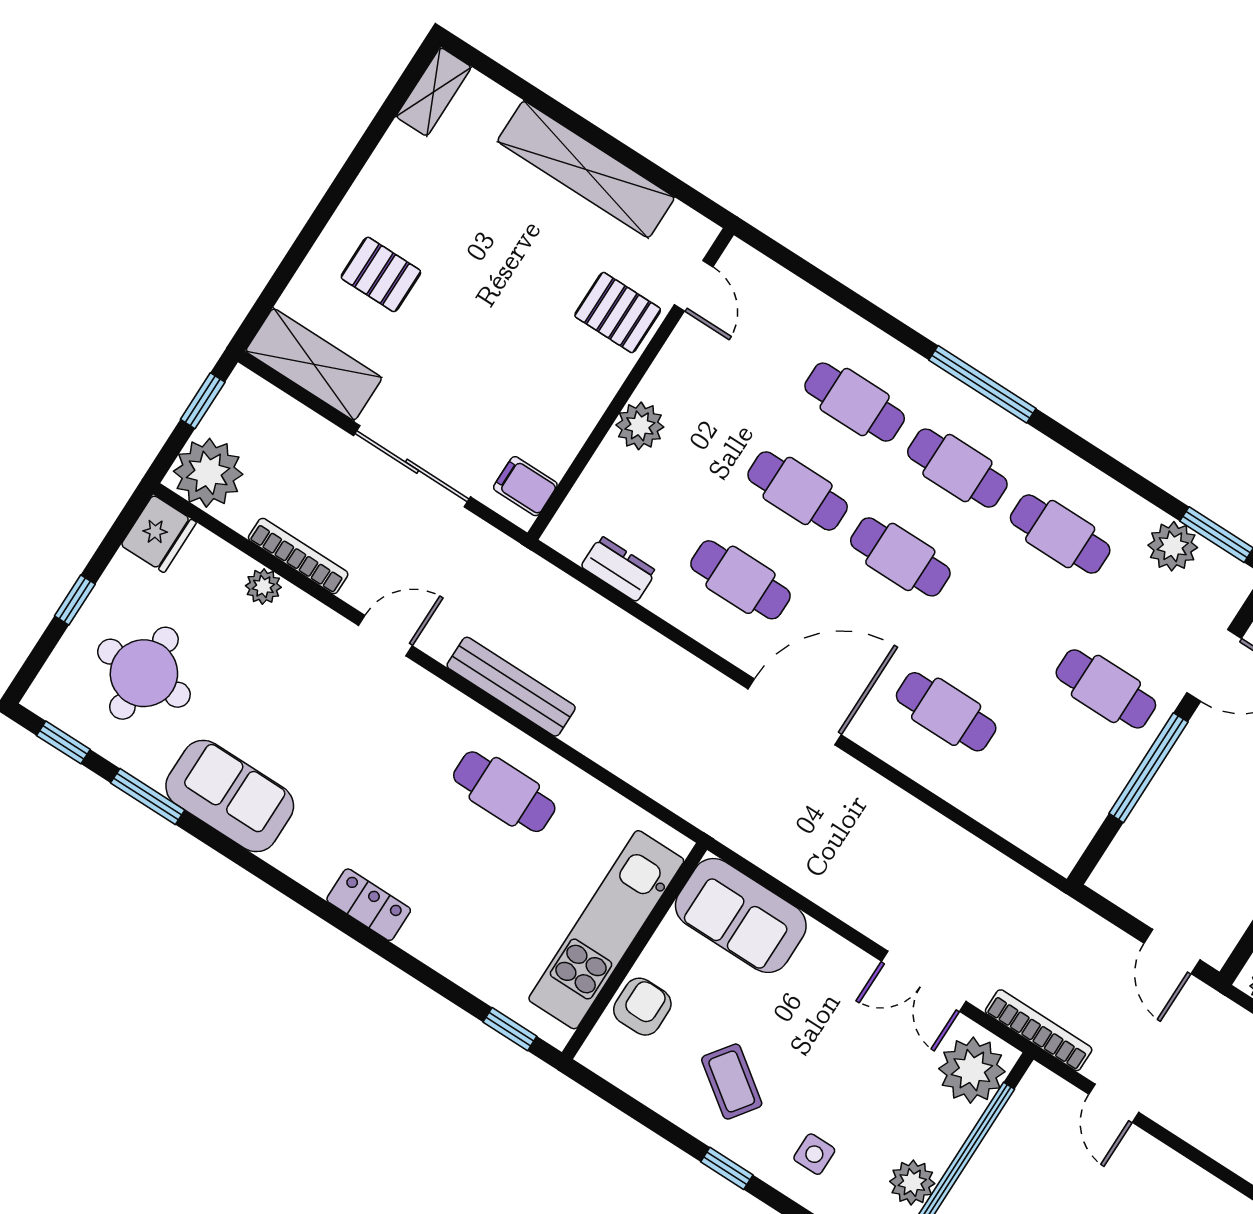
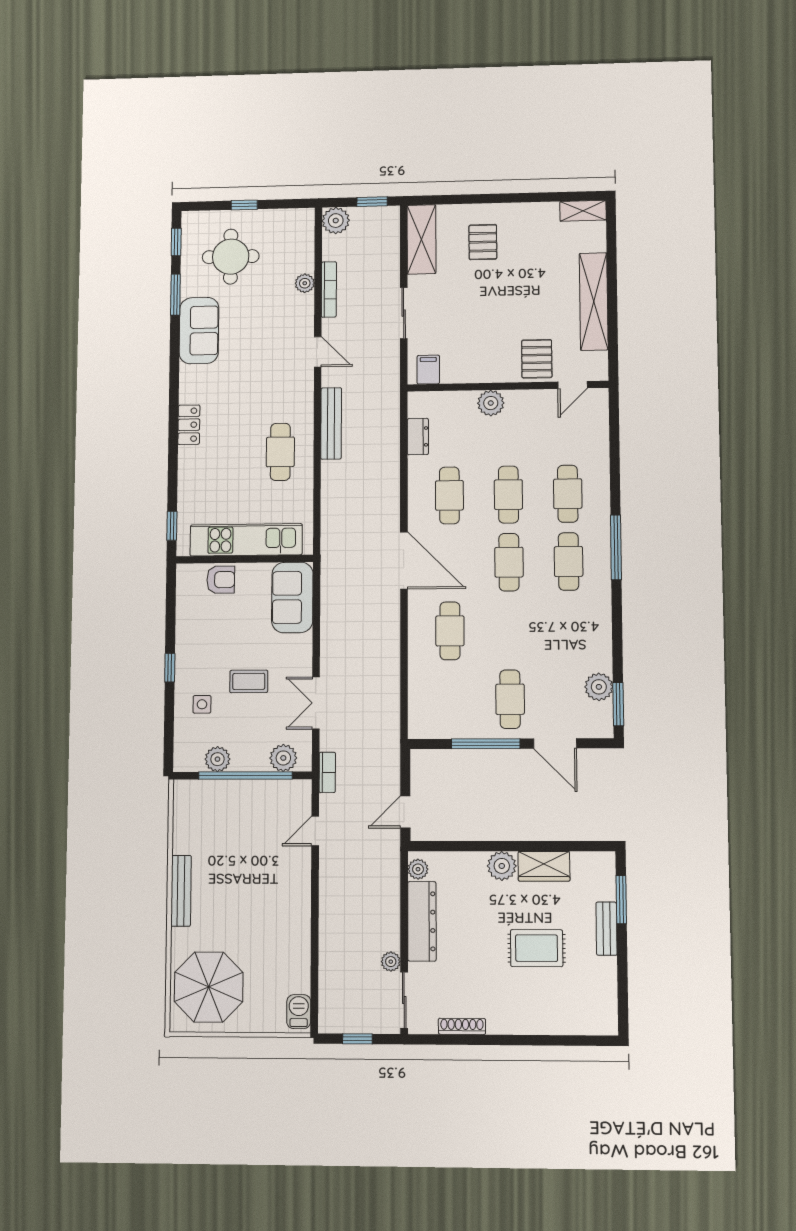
sliding door: (412, 466) -> (404, 313), width x0.73
plant: (208, 473) -> (336, 221), width x0.73, depth x0.73
fridge: (159, 534) -> (298, 222), removed
cafe table: (1060, 534) -> (569, 630), removed
bookcase: (1039, 1030) -> (327, 772), width x0.64
plant: (972, 1070) -> (283, 758), width x0.73, depth x0.73
coffee table: (732, 1082) -> (249, 681), moved, turned 54

